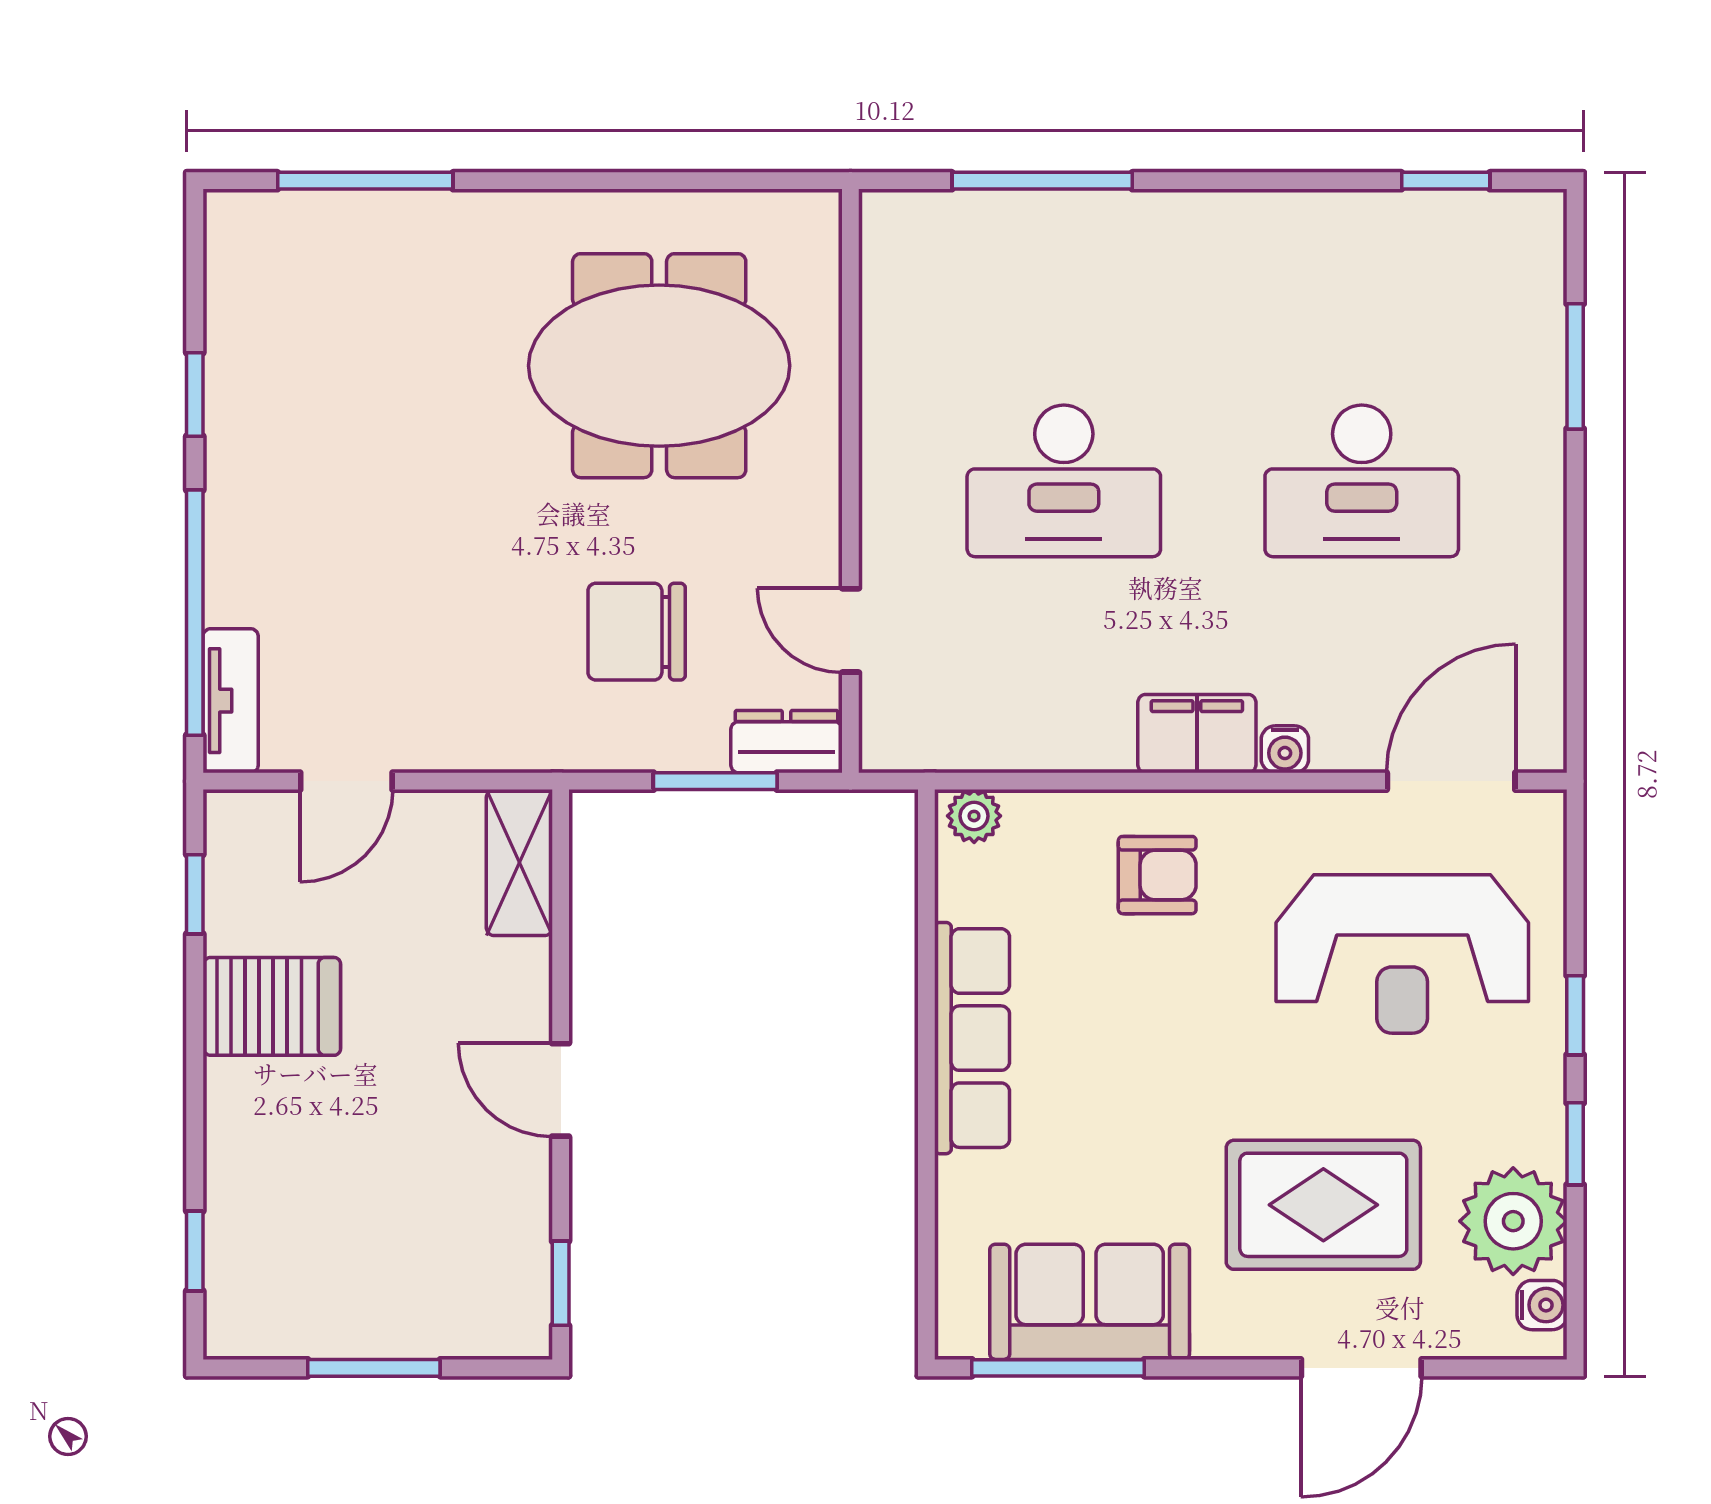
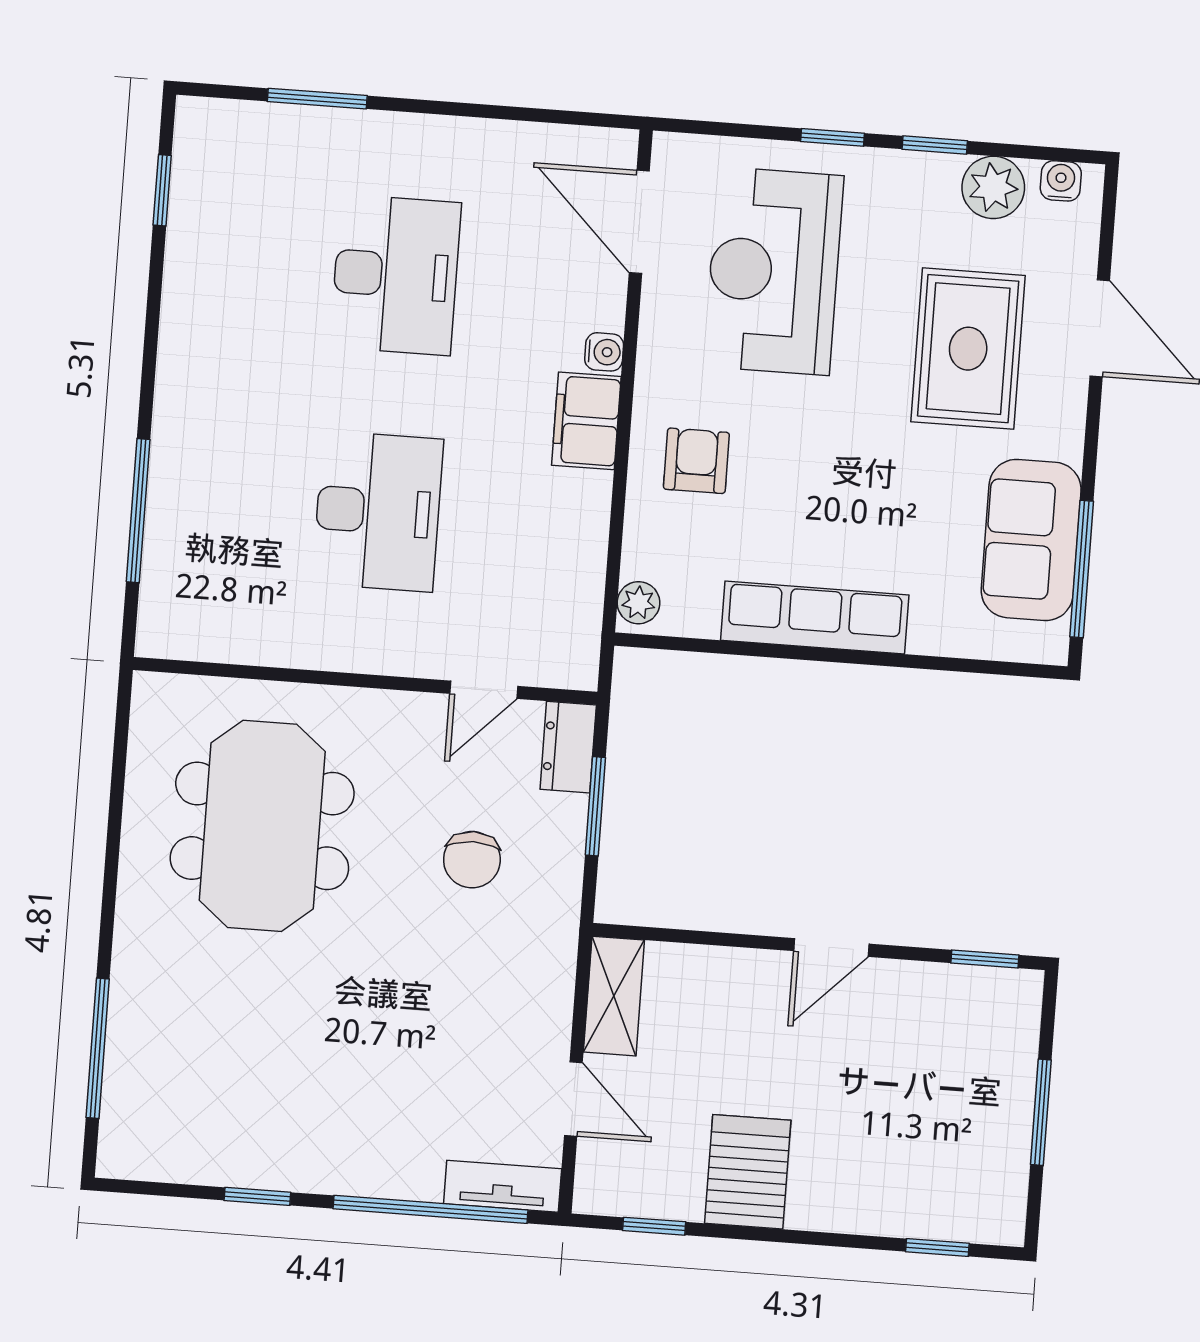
chair: (637, 632) -> (472, 860), width x0.73, depth x0.73
shelving: (519, 863) -> (614, 996), moved, turned 90
reception desk: (1402, 954) -> (774, 271), turned 180
plant: (1513, 1221) -> (993, 187), width x0.73, depth x0.73

